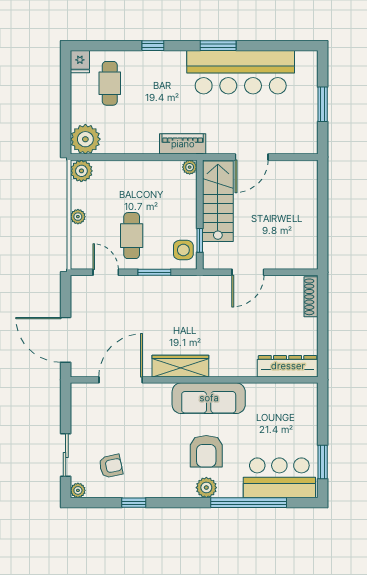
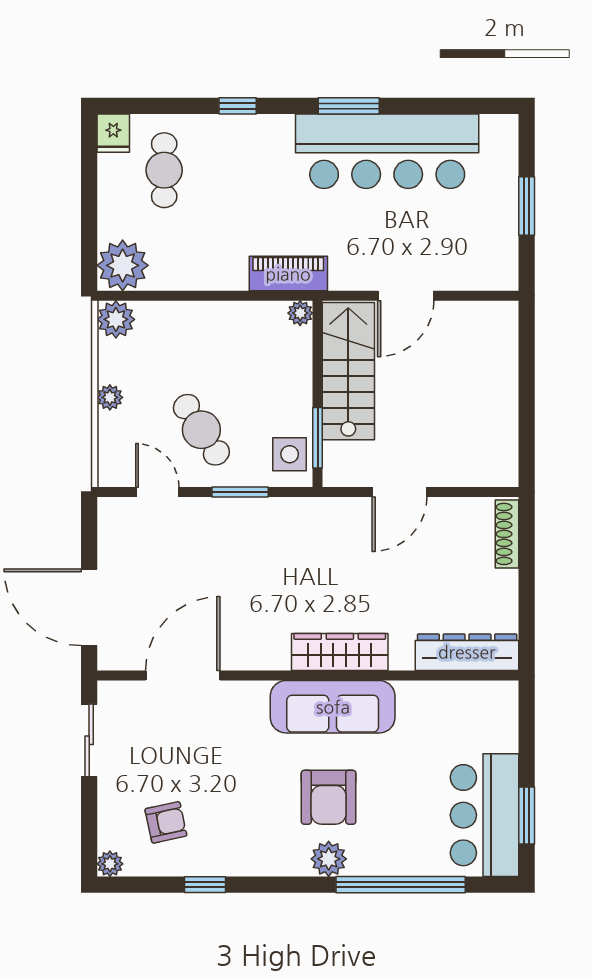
cafe table: (132, 236) -> (201, 430), turned -33
window: (200, 240) -> (318, 438), width x1.50
wardrobe: (180, 366) -> (340, 652), moved
sliding door: (66, 455) -> (89, 740), moved
bar counter: (279, 478) -> (485, 815), moved, turned -90

